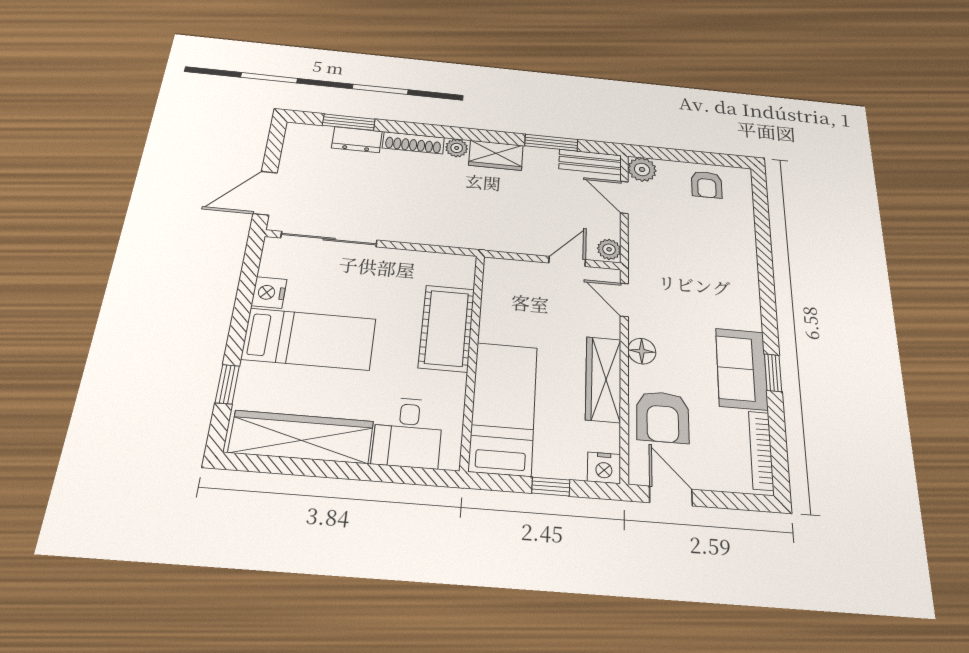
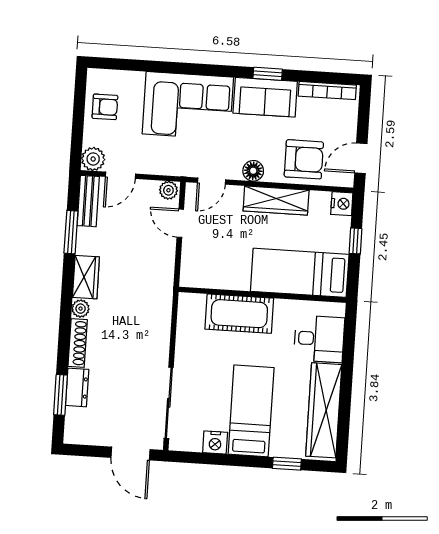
corner sofa: (719, 275) -> (188, 106), added

